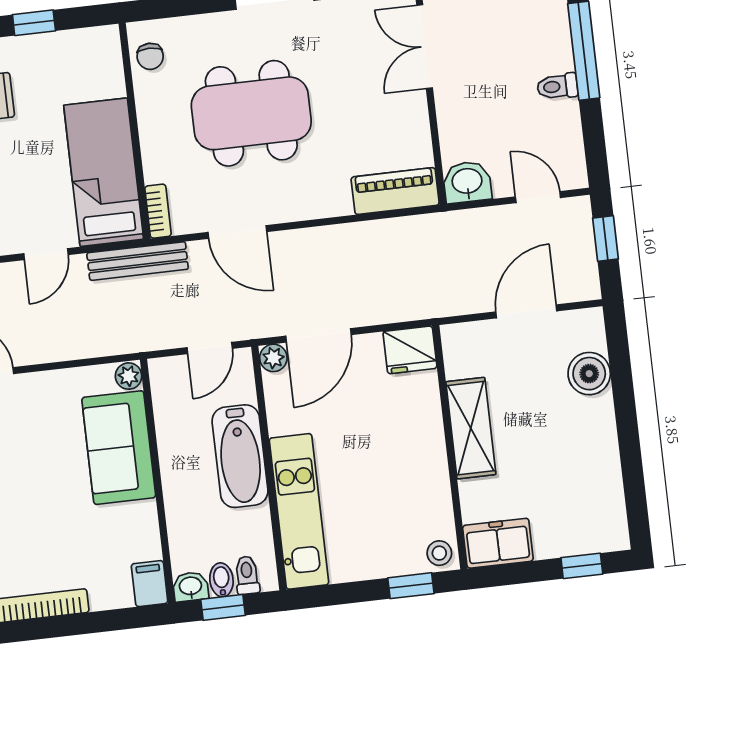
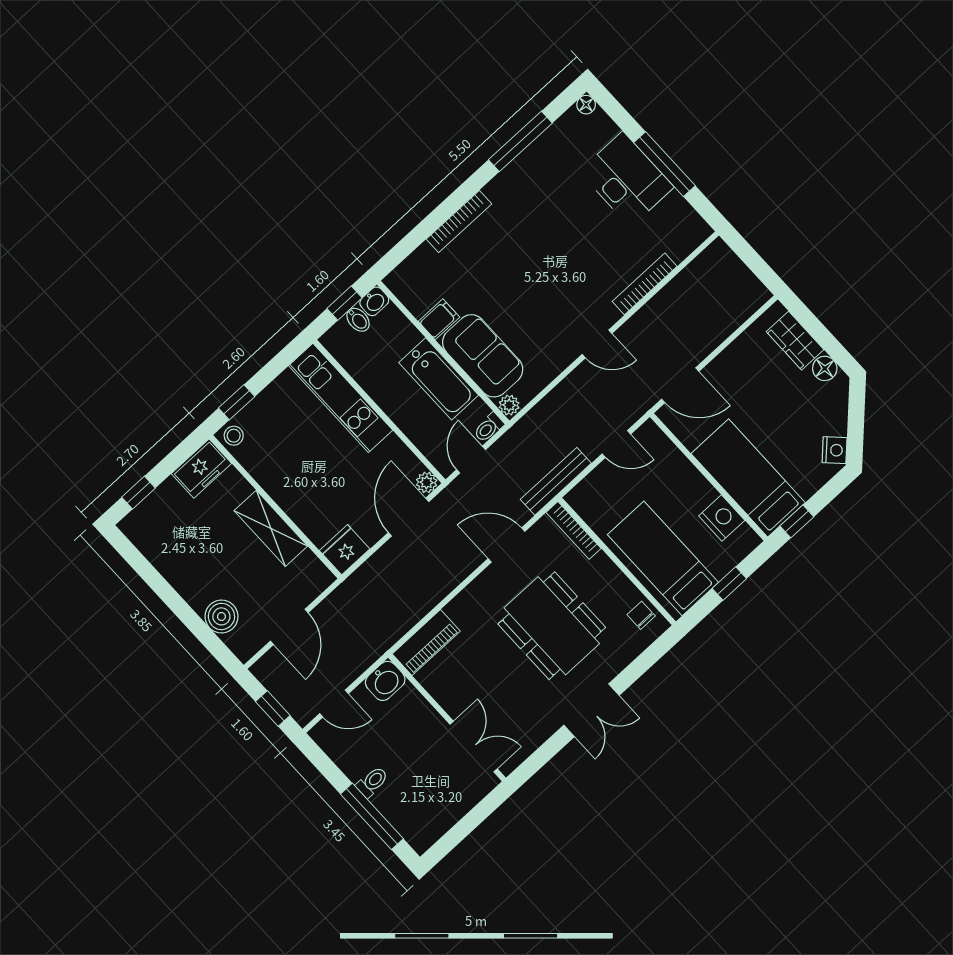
dining table: (251, 113) -> (552, 626), turned 90
bed: (104, 172) -> (663, 558), moved, turned 180
bookcase: (158, 211) -> (573, 530), width x1.56
door: (46, 254) -> (616, 444), swing flipped
bathtub: (240, 456) -> (439, 379), moved, turned 180
toilet: (247, 575) -> (489, 428), moved, turned 90
filing cabinet: (150, 584) -> (439, 319), moved, turned -90

